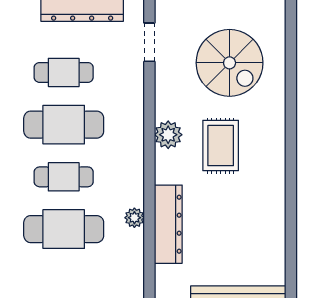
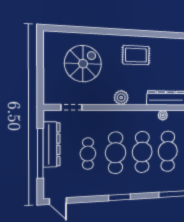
rug: (221, 146) -> (136, 55), moved
cafe table: (64, 177) -> (142, 152), width x1.37, depth x1.35

